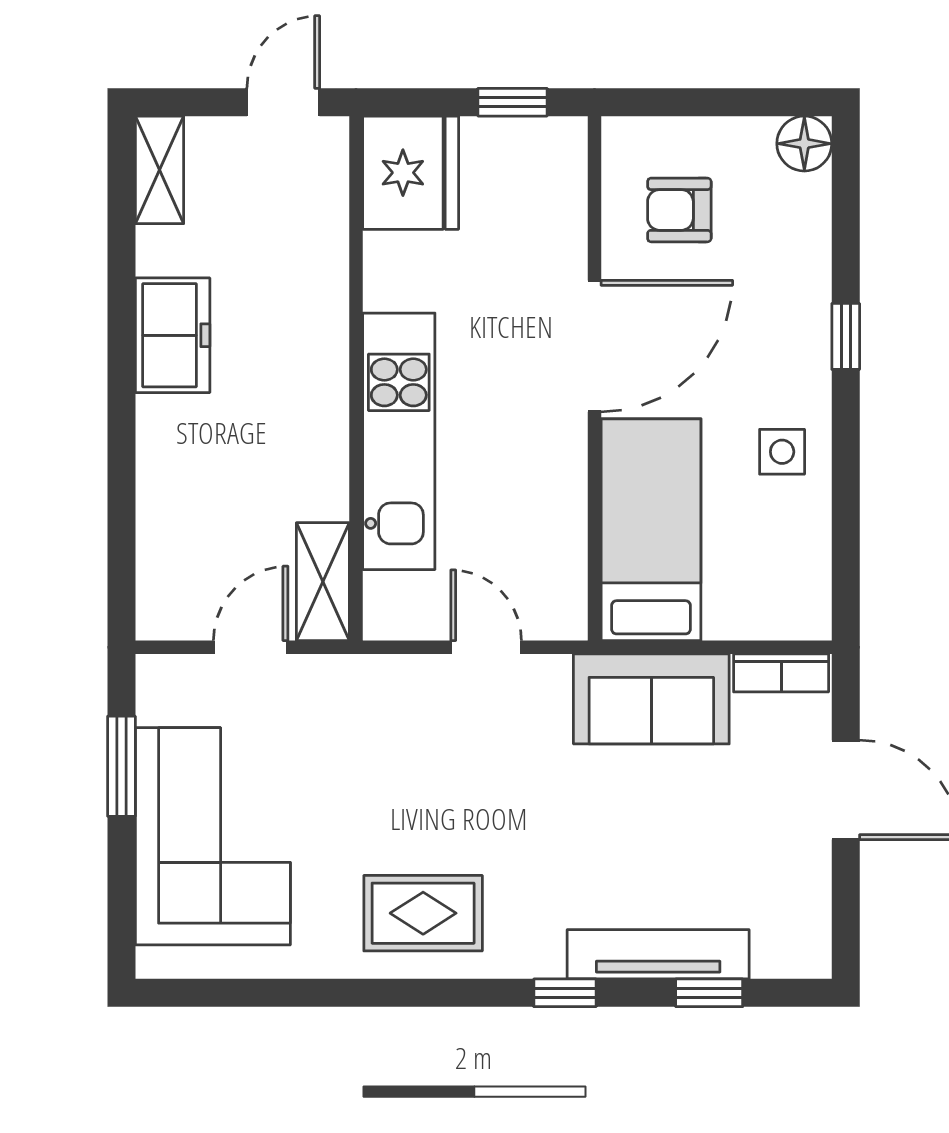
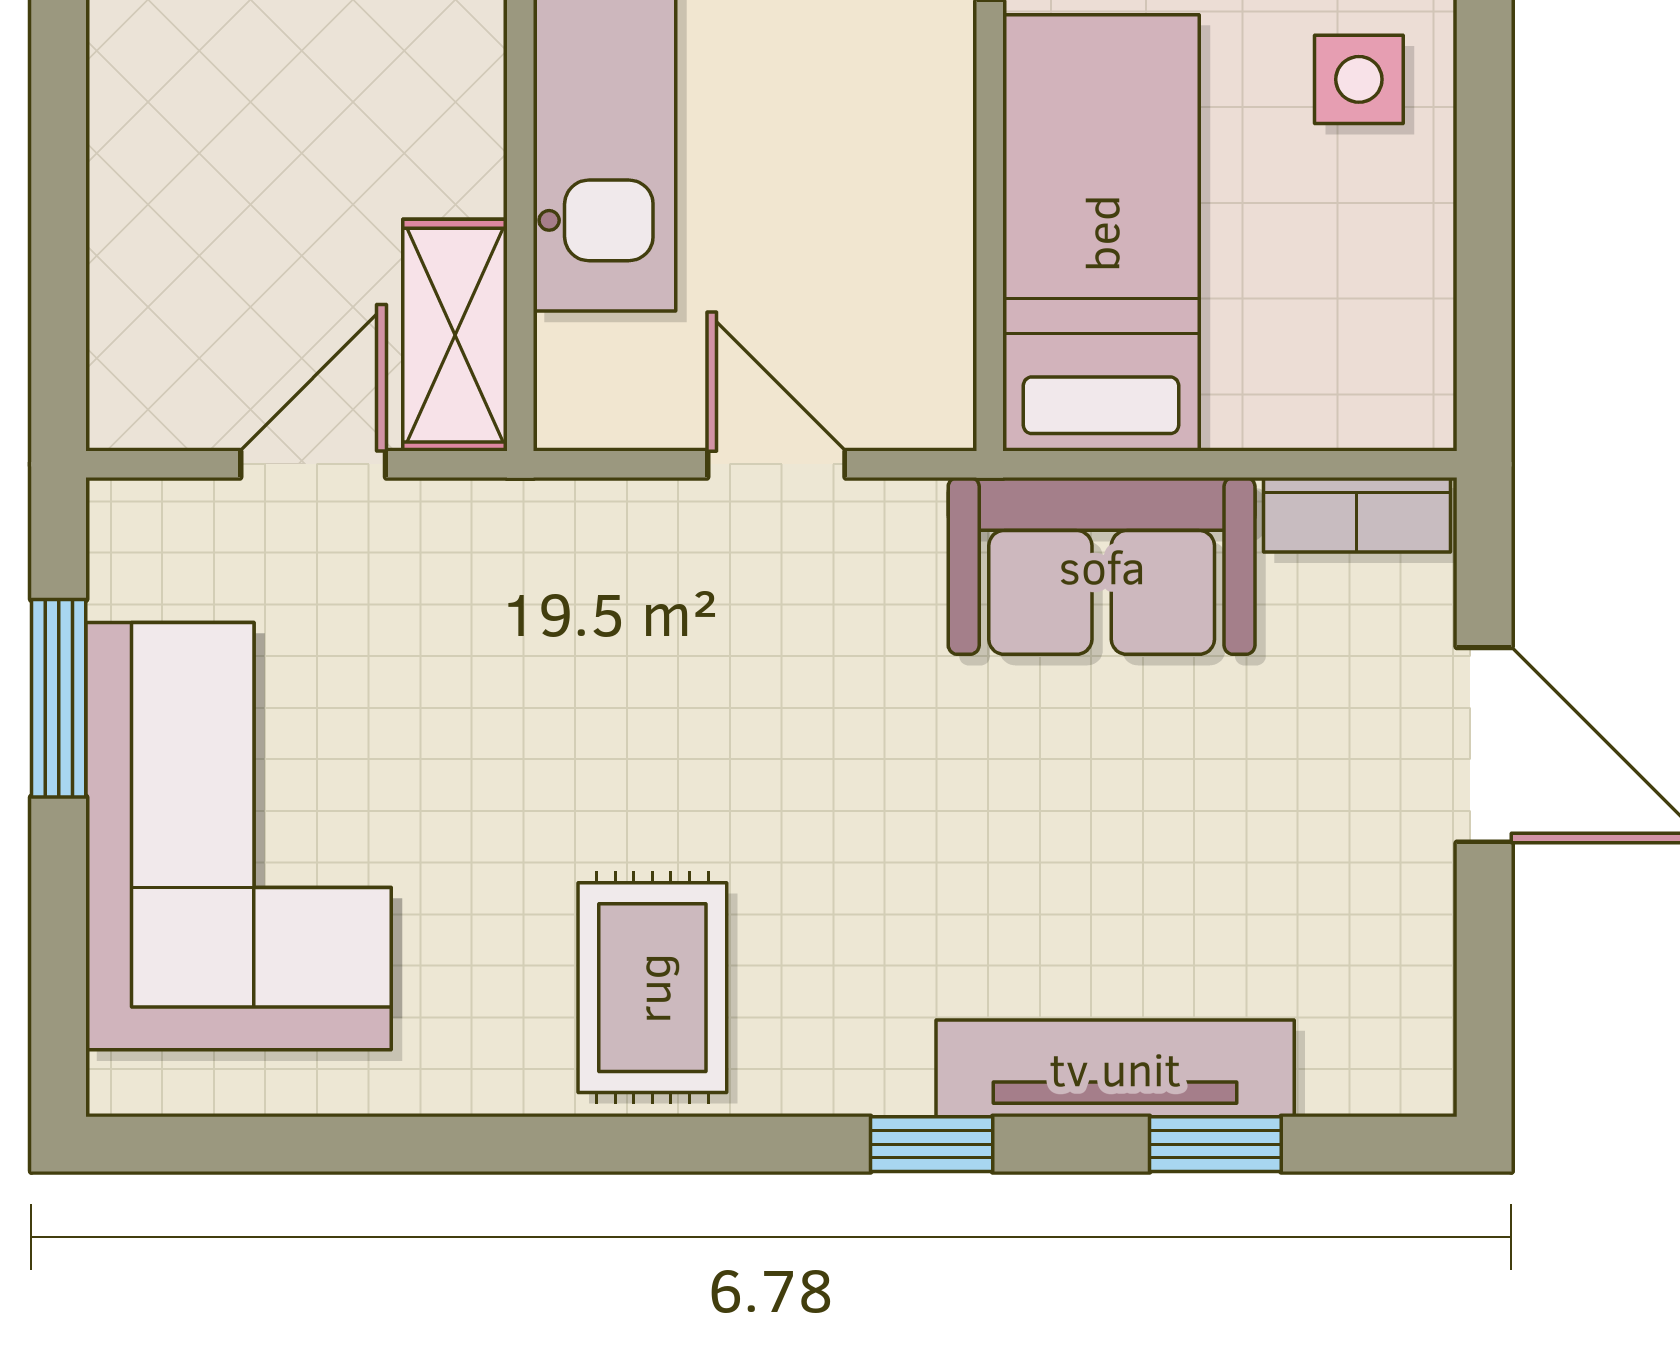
rug: (423, 913) -> (652, 988), turned 90

